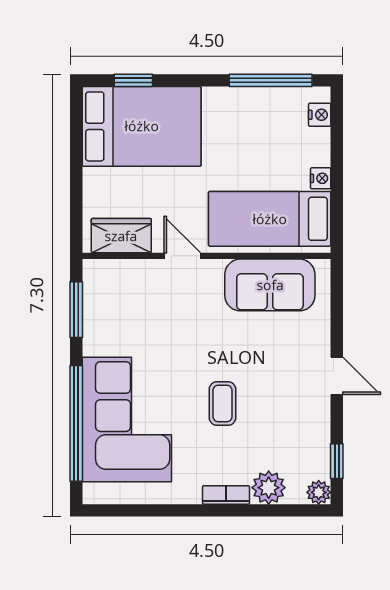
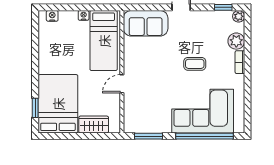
window: (271, 80) -> (35, 40), removed
wardrobe: (121, 236) -> (94, 124), moved, turned 90
sofa: (270, 285) -> (146, 23), moved, turned 90

